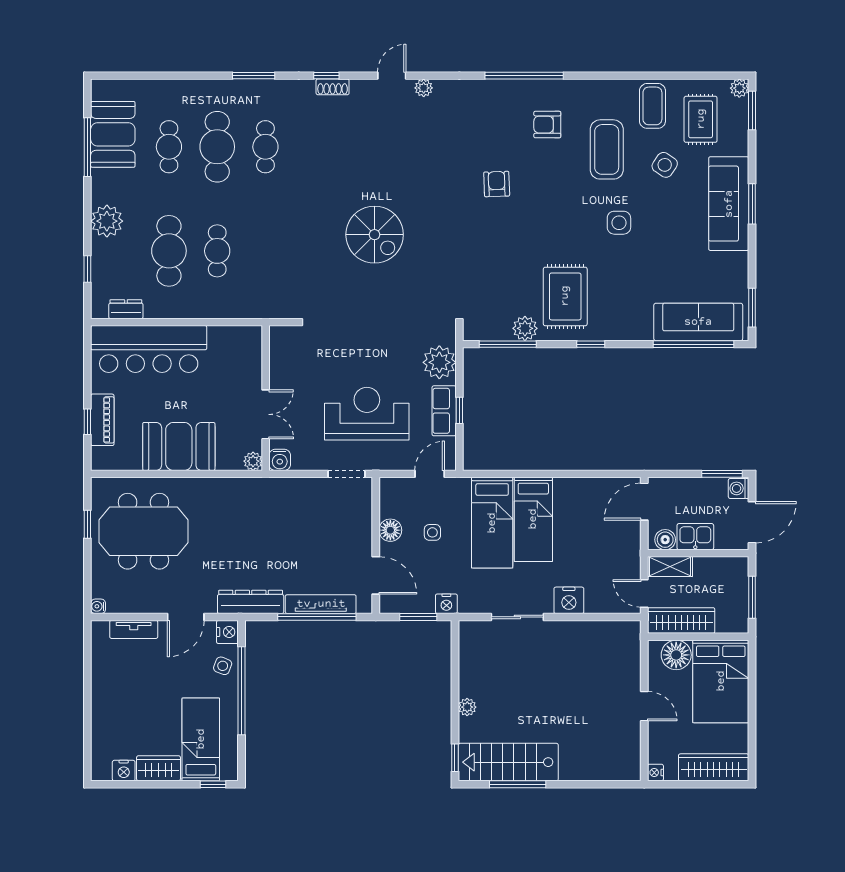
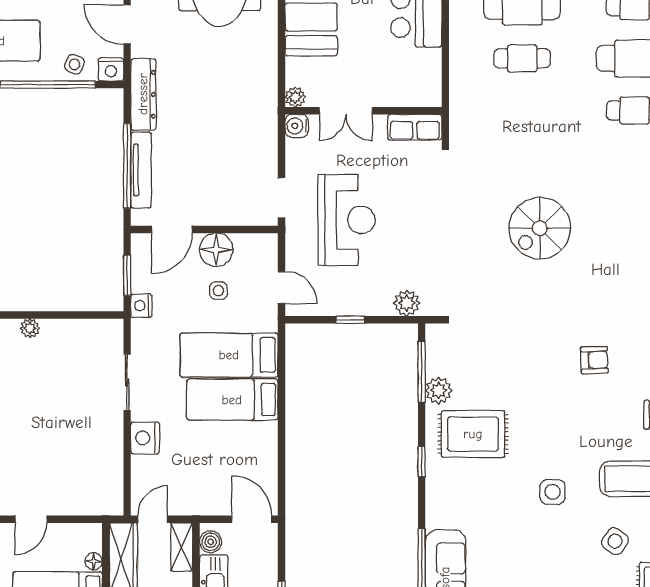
plant: (439, 362) -> (407, 303), width x0.73, depth x0.73
row of seats: (444, 411) -> (415, 127), moved, turned 180
floor lamp: (390, 530) -> (216, 250), width x1.38, depth x1.38
floor lamp: (676, 655) -> (94, 561), width x0.53, depth x0.53

